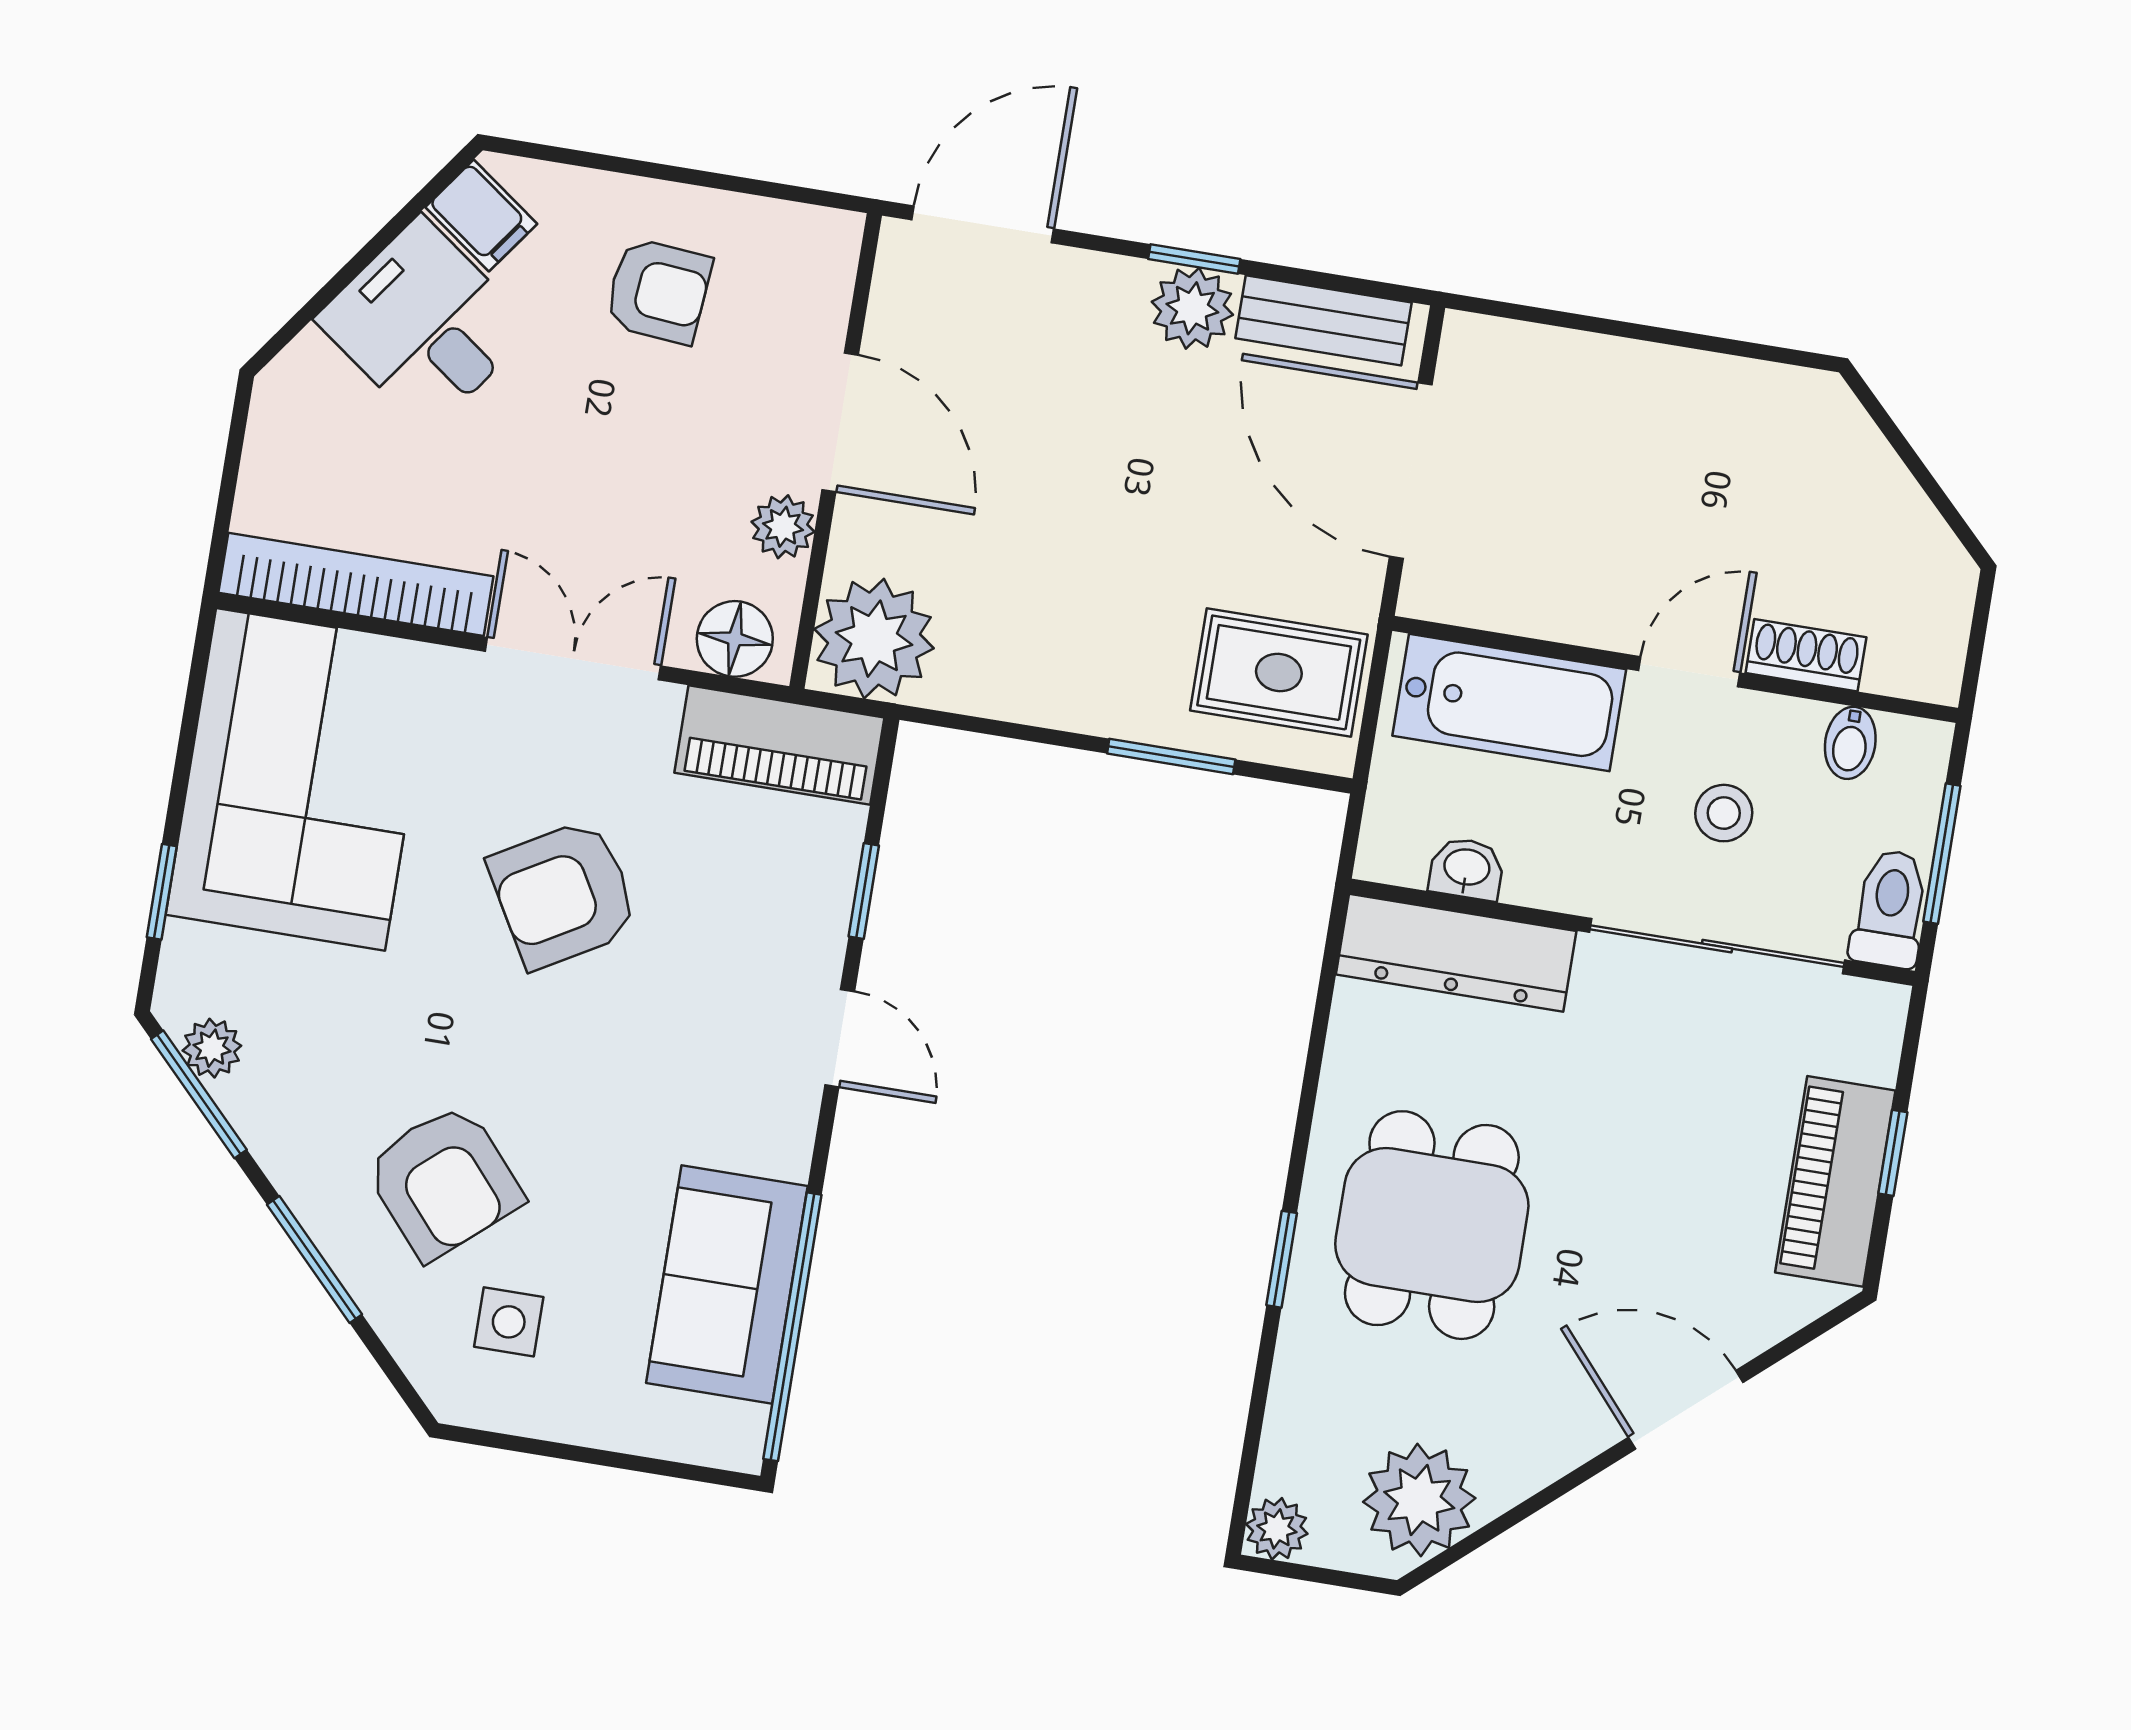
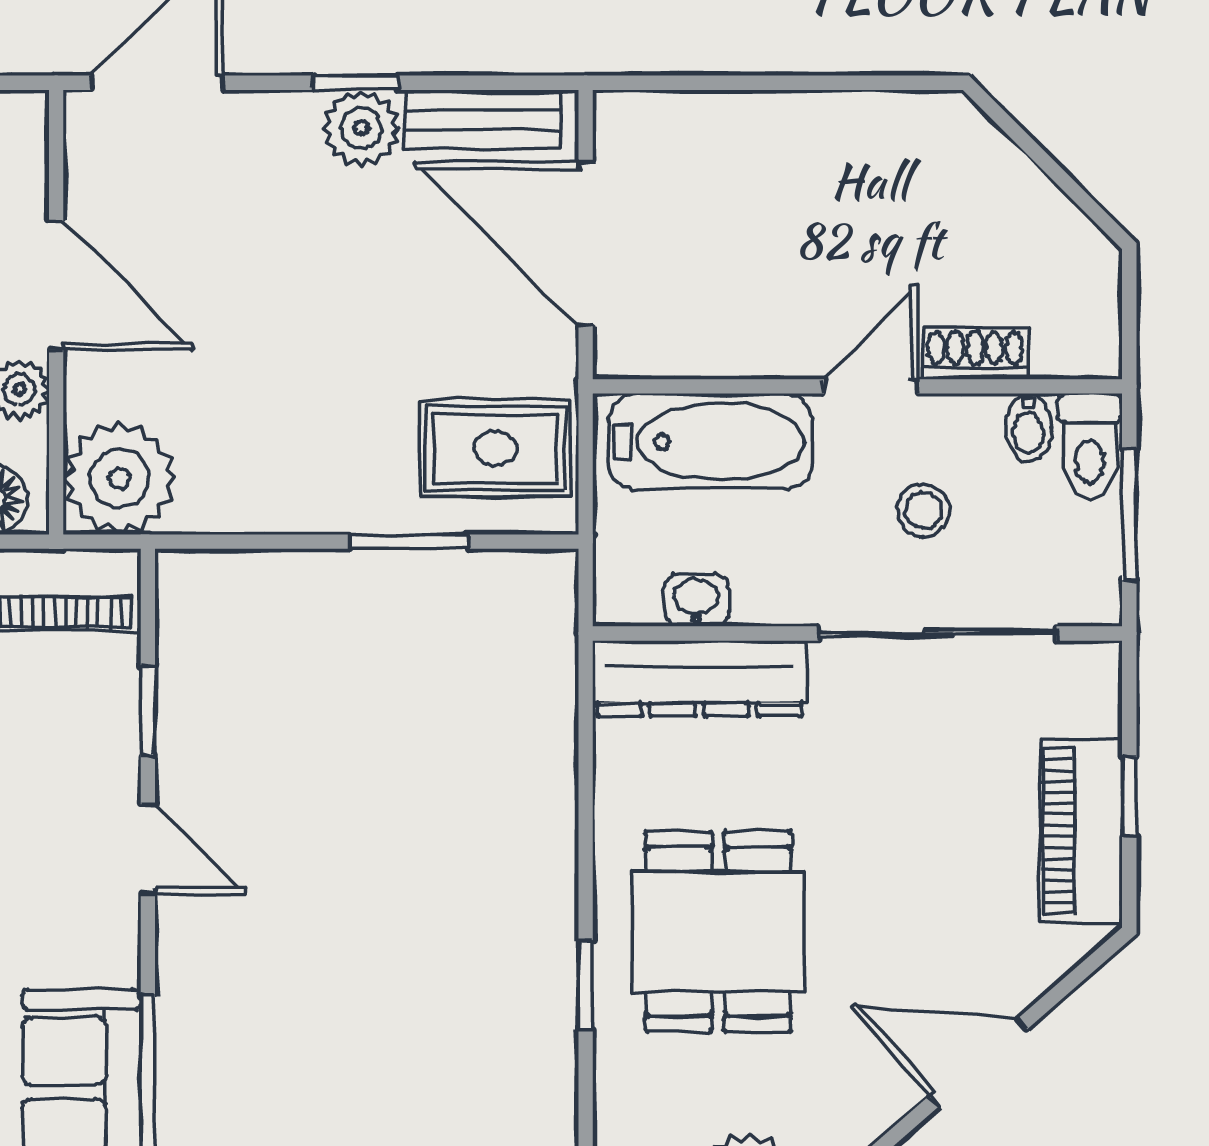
toilet: (1890, 909) -> (1090, 447), moved, turned 180

